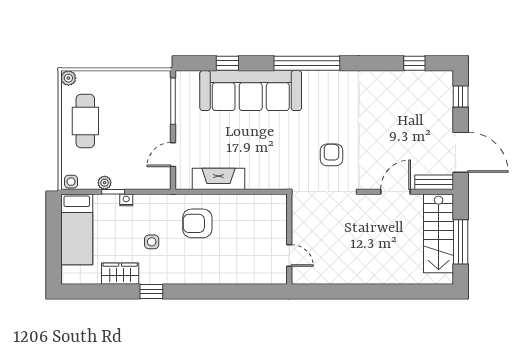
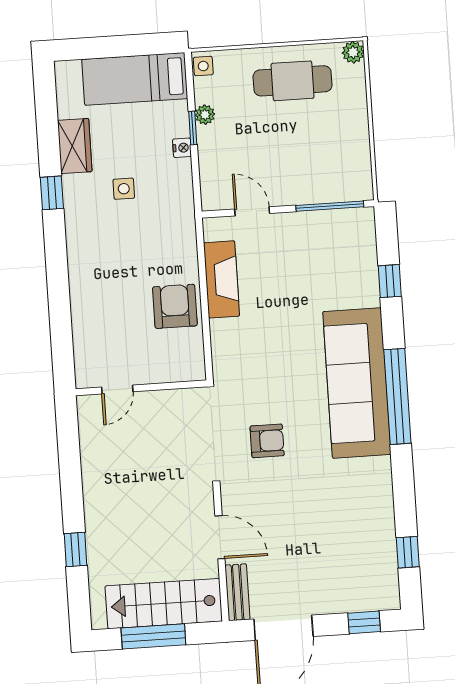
sofa: (251, 91) -> (357, 383), moved
armchair: (197, 223) -> (175, 306), moved
window: (397, 291) -> (76, 549), added

